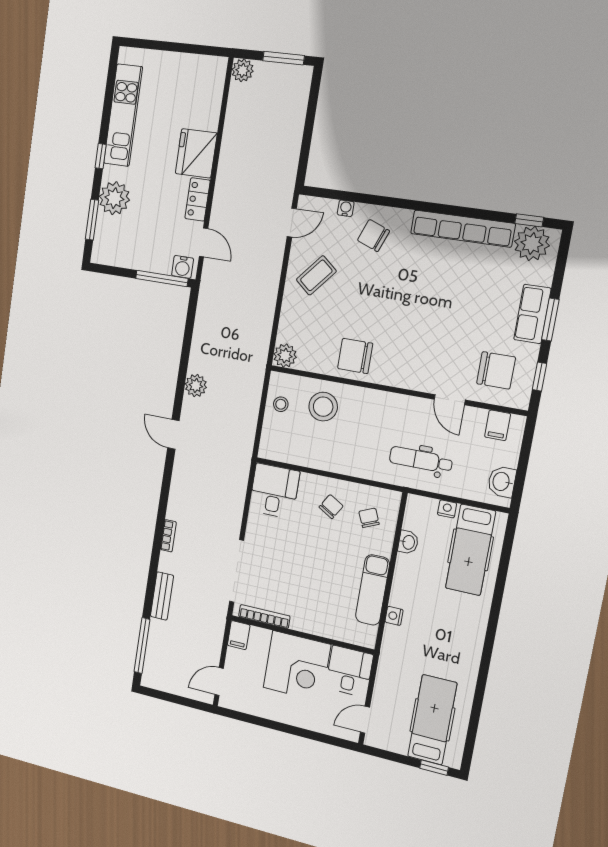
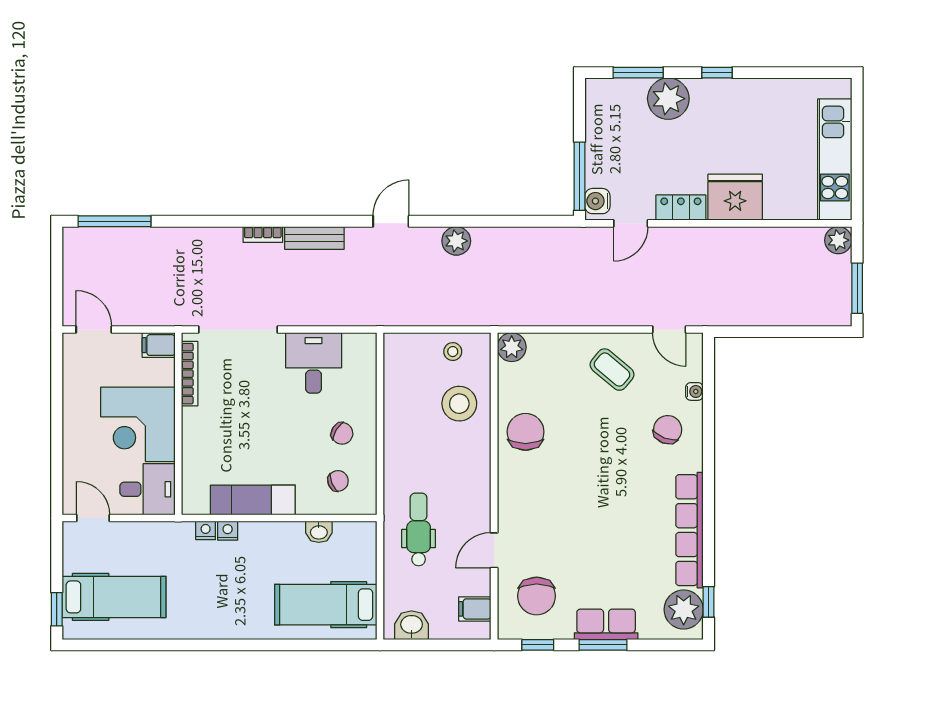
kitchen unit: (123, 115) -> (835, 160), moved, turned 90
desk: (274, 491) -> (314, 363), moved, turned -90
nightstand: (447, 509) -> (206, 530), moved, turned -90
bench: (162, 596) -> (314, 238), moved

